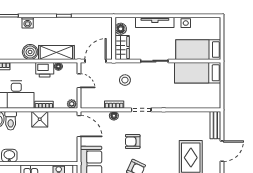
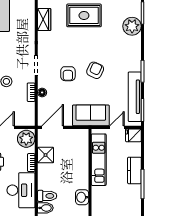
plant: (72, 104) -> (26, 139), width x1.88, depth x1.88
wardrobe: (187, 118) -> (44, 20), added
shower: (40, 119) -> (46, 155), moved

